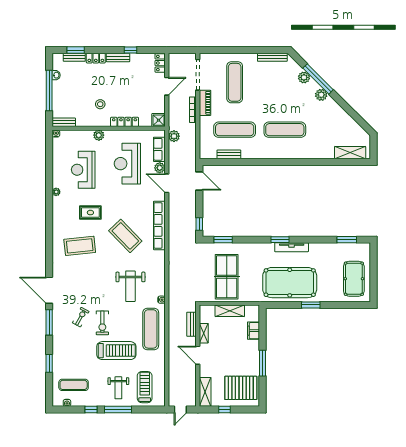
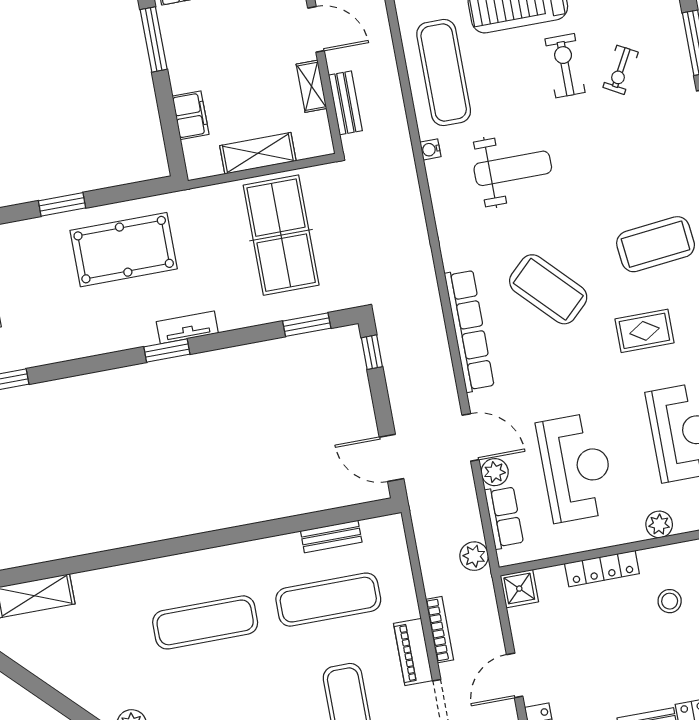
tv unit: (292, 247) -> (187, 327), moved, width x0.71
pool table: (290, 283) -> (124, 250), width x0.73, depth x0.76
weight bench: (130, 286) -> (513, 168), turned 90

